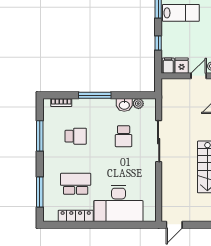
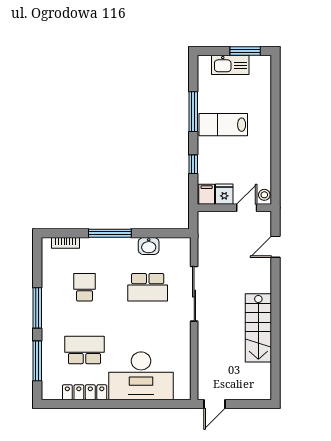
lab bench: (181, 13) -> (223, 125), turned 180
plant: (138, 104) -> (167, 244), removed
window: (40, 136) -> (37, 308), moved
school desk: (76, 136) -> (84, 287), turned -90
school desk: (124, 136) -> (148, 287), width x1.85

